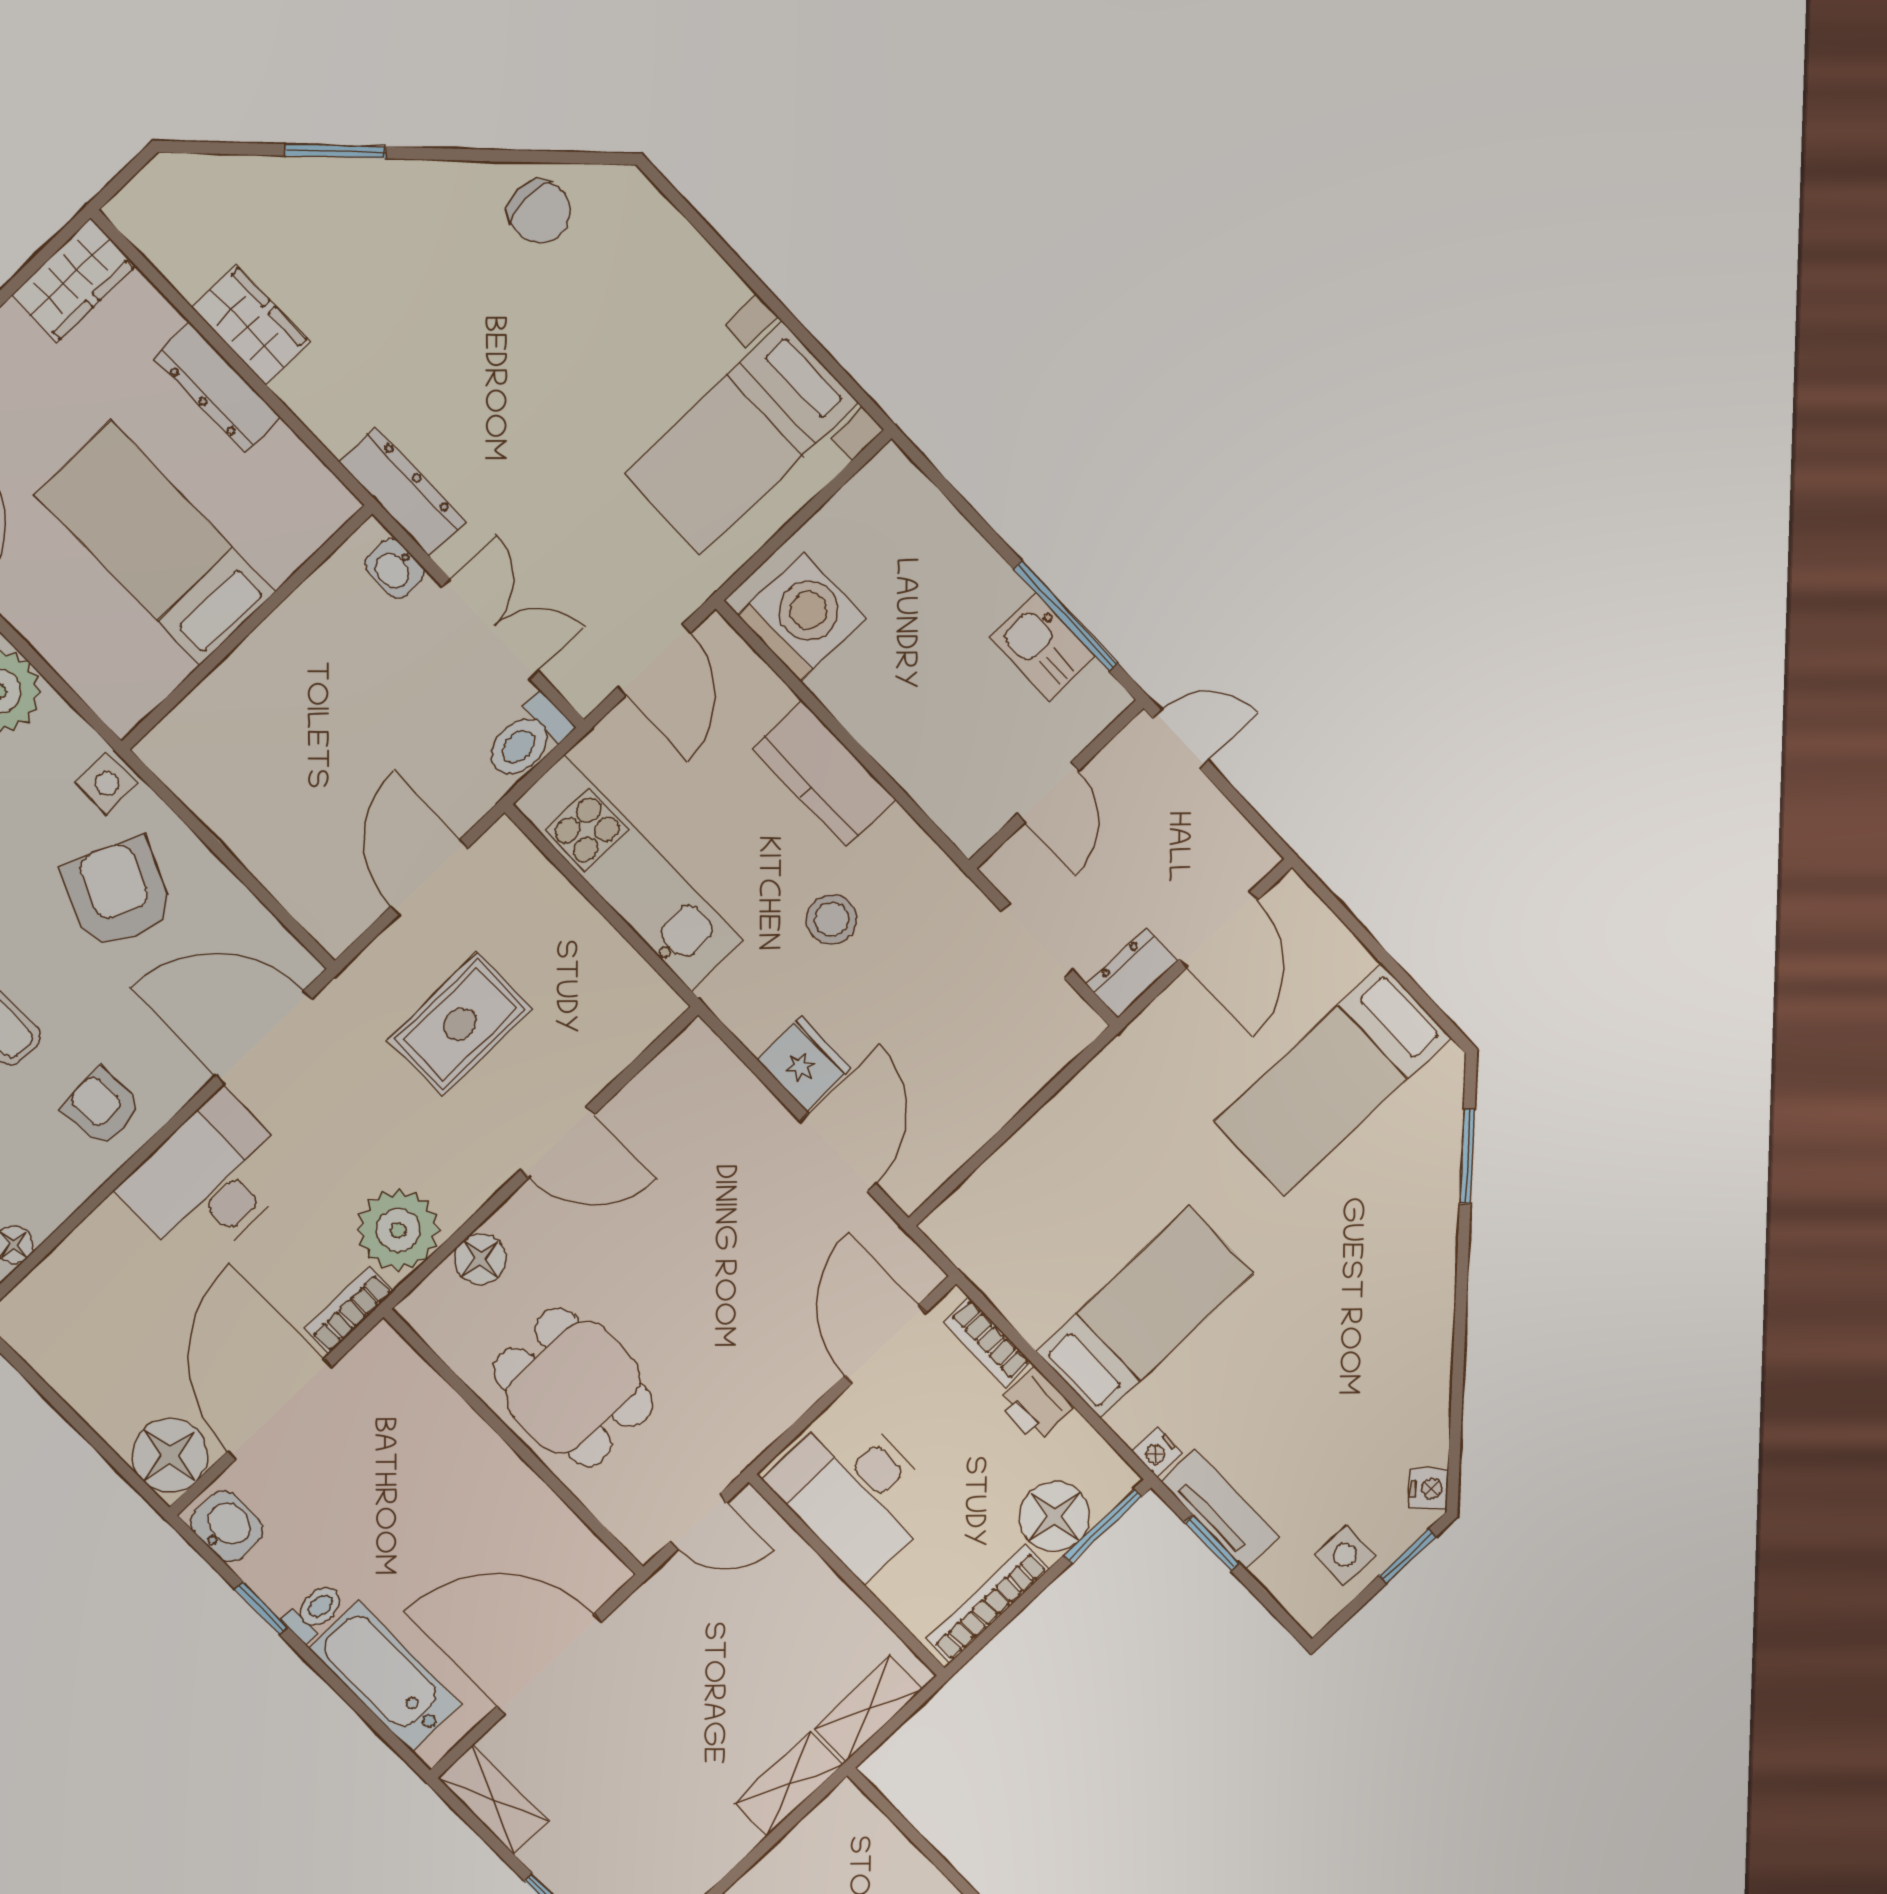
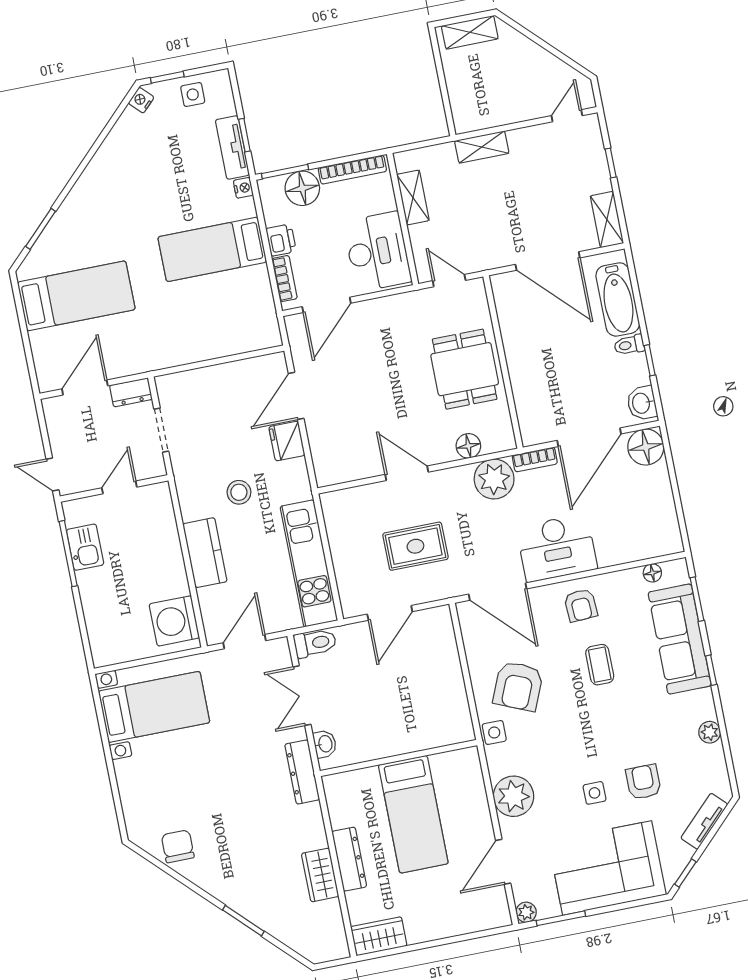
shelving: (868, 1709) -> (413, 198), moved, turned 90

